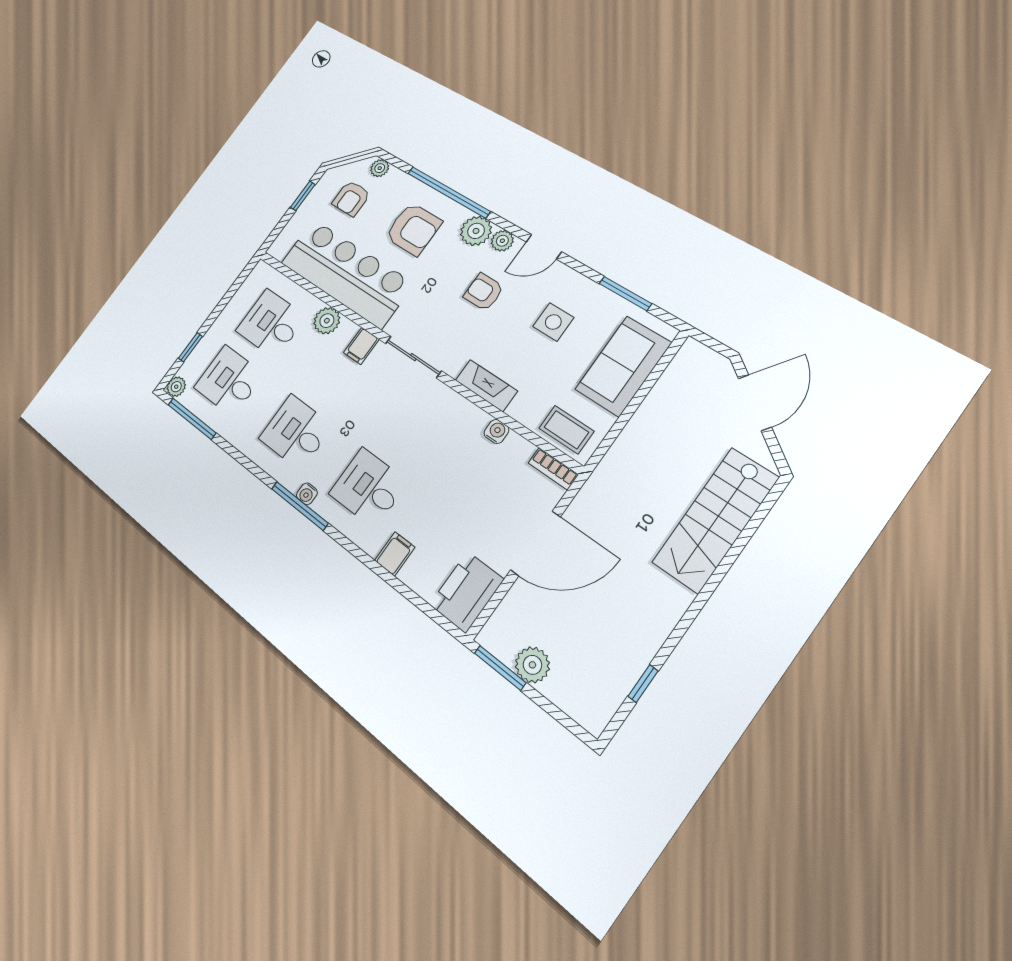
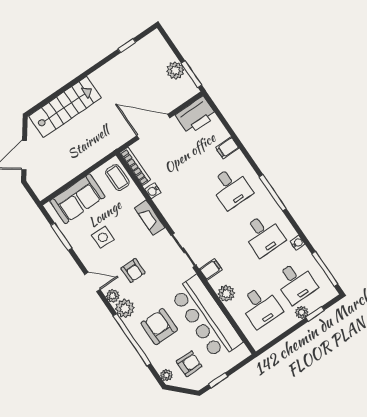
plant: (176, 387) -> (302, 312), moved
bookcase: (553, 469) -> (135, 166), width x1.56
water cooler: (307, 494) -> (298, 243), moved

